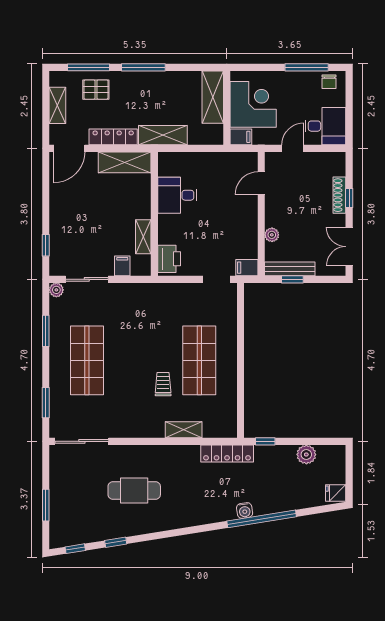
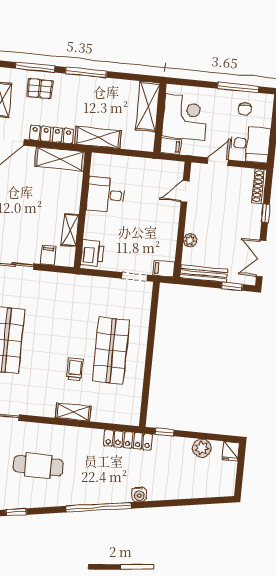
chair: (329, 82) -> (245, 109), moved
shoe rack: (339, 195) -> (259, 186), moved
window: (292, 279) -> (232, 286), moved
shelving: (184, 430) -> (73, 412), moved
fridge: (336, 493) -> (231, 451), moved, turned -90
window: (262, 519) -> (98, 507), moved

